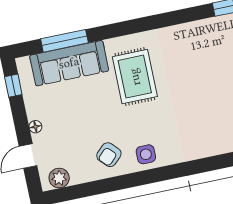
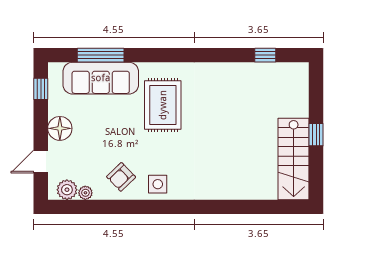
floor lamp: (35, 127) -> (60, 128), width x1.89, depth x1.89
plant: (78, 177) -> (85, 193), added

